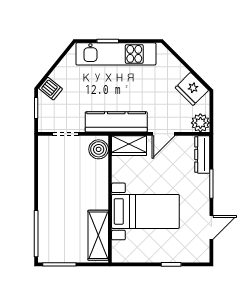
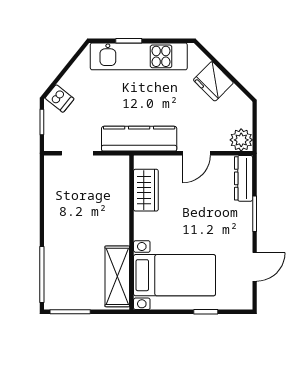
fridge: (192, 89) -> (213, 81), moved
wardrobe: (129, 146) -> (146, 190), moved, turned -90
boiler: (99, 149) -> (118, 172), removed
bed with nightstands: (145, 211) -> (175, 275), moved

